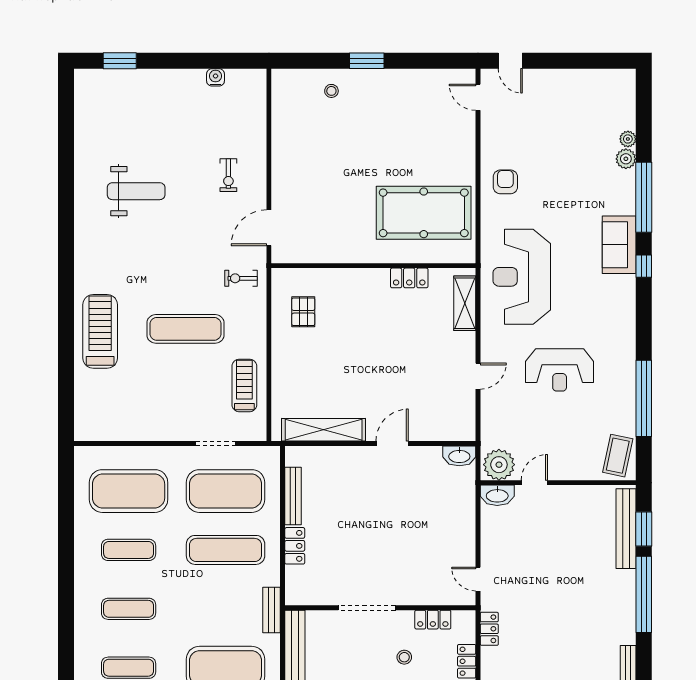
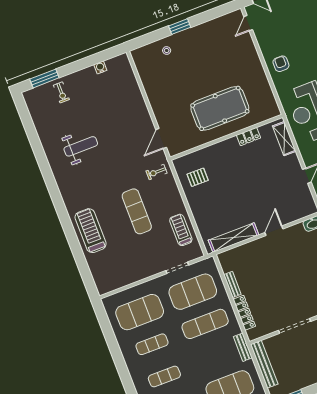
window: (120, 61) -> (44, 78), width x1.44
door: (478, 97) -> (248, 23), hinge flipped
exercise bike: (228, 175) -> (61, 92), moved
pool table: (424, 213) -> (220, 108), moved
pallet: (303, 312) -> (198, 177), turned 90
exercise mat: (185, 329) -> (137, 211), turned 90
bench: (293, 496) -> (232, 284), width x0.73
locker: (295, 546) -> (244, 313), width x1.53

